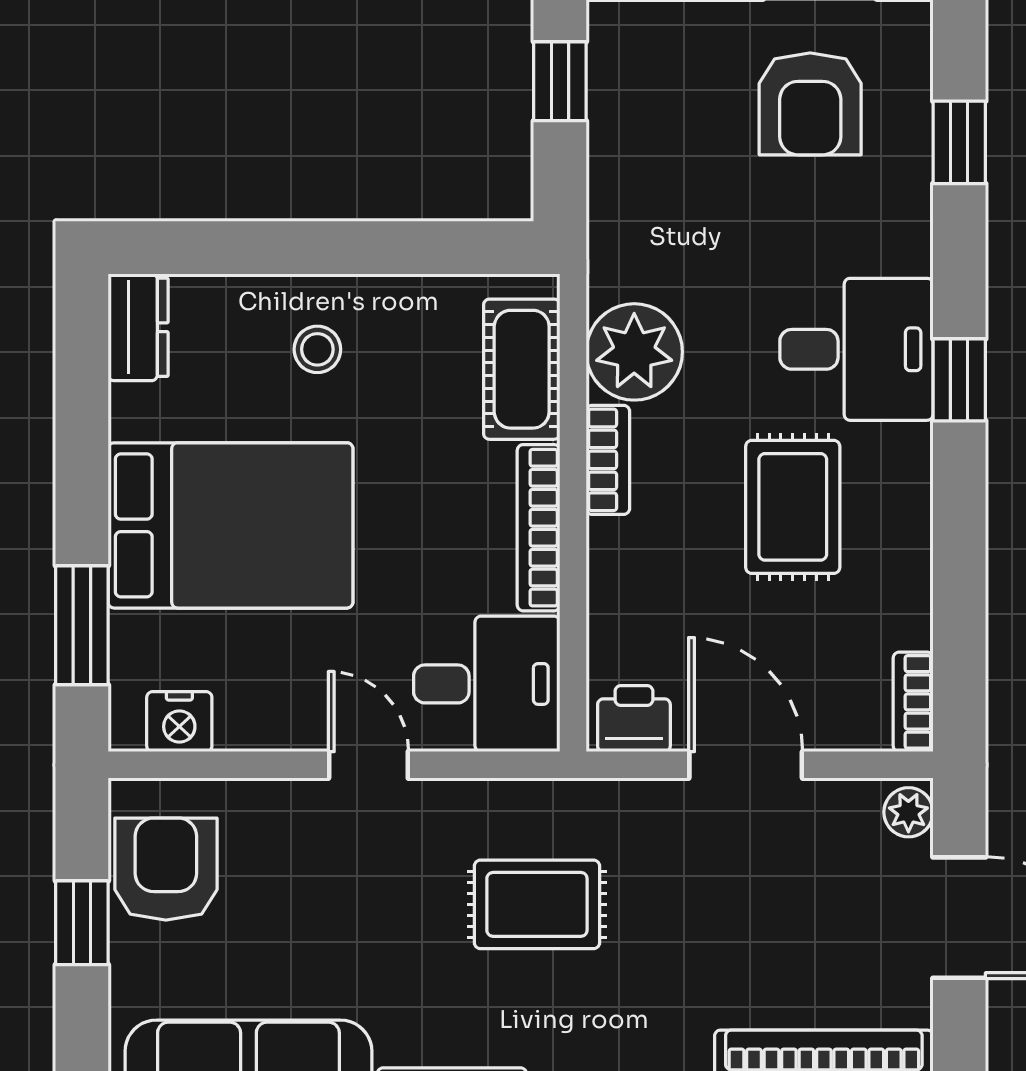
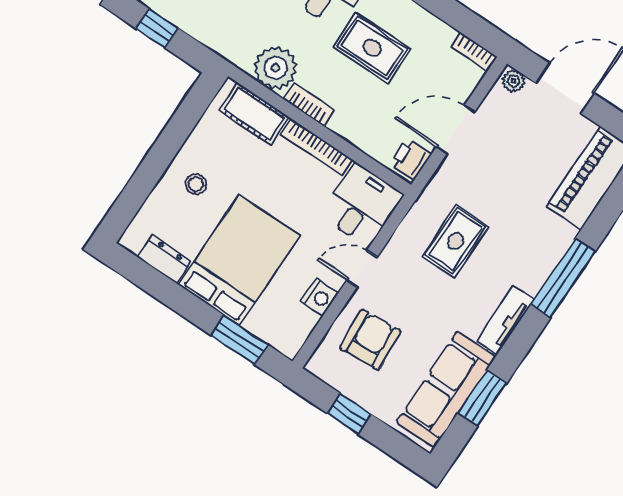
dresser: (138, 327) -> (164, 259), moved
nightstand: (179, 722) -> (320, 297), moved
armchair: (166, 869) -> (370, 340), moved, turned 86

